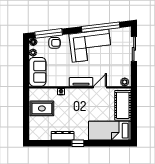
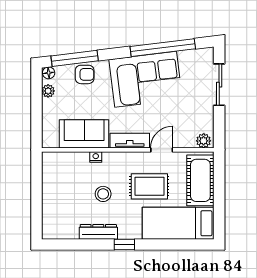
sofa: (38, 72) -> (84, 134), moved, turned -90
rug: (42, 108) -> (149, 186), moved
stool: (65, 113) -> (103, 194), added

